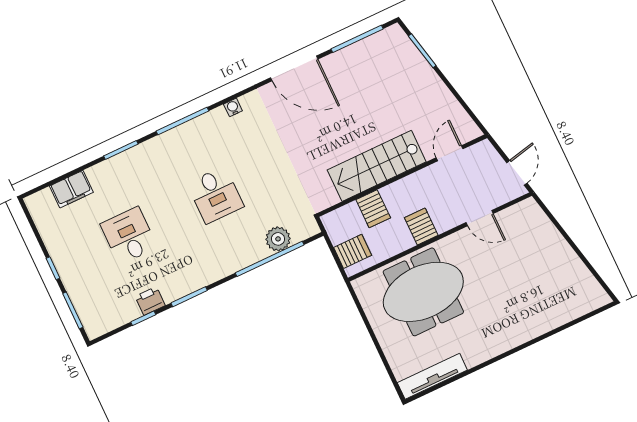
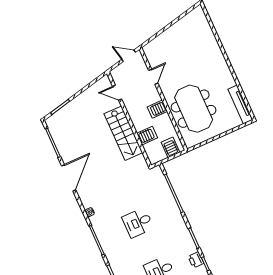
desk: (215, 195) -> (138, 223), turned 180
plant: (278, 239) -> (163, 188), removed

